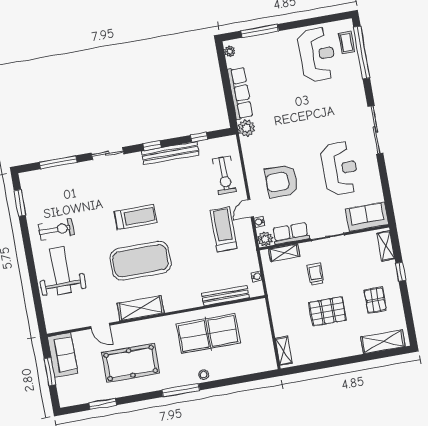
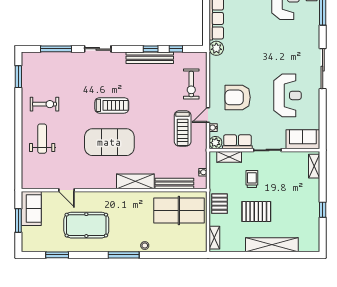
window: (152, 146) -> (151, 49), moved
treadmill: (224, 229) -> (183, 128), turned 180
weight bench: (61, 271) -> (42, 139), width x0.73, depth x0.75
window: (401, 272) -> (323, 210), moved
pallet: (375, 300) -> (220, 204), moved
shelving: (141, 308) -> (135, 181), moved
table tennis table: (208, 334) -> (179, 211), moved
shelving: (383, 342) -> (272, 245), moved, width x1.47

